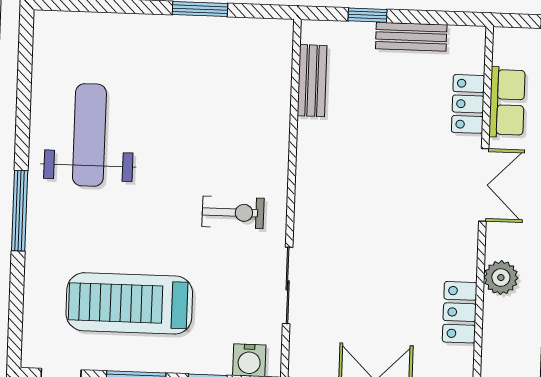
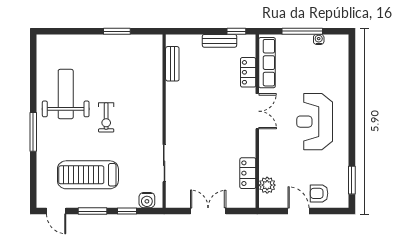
window: (368, 15) -> (236, 31), moved
row of seats: (507, 102) -> (267, 63), width x1.48
exercise bike: (233, 212) -> (106, 117), moved, turned 90
plant: (501, 278) -> (267, 185), moved

